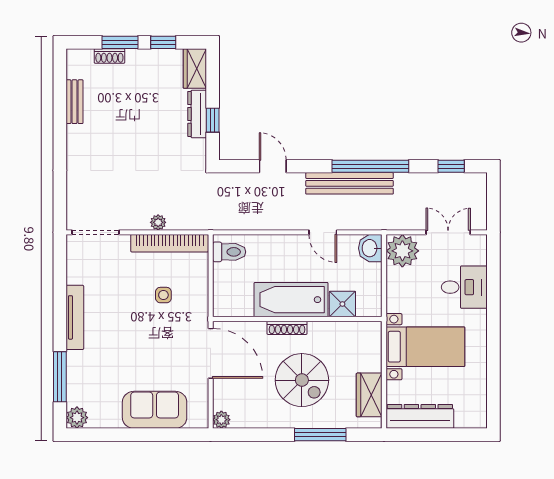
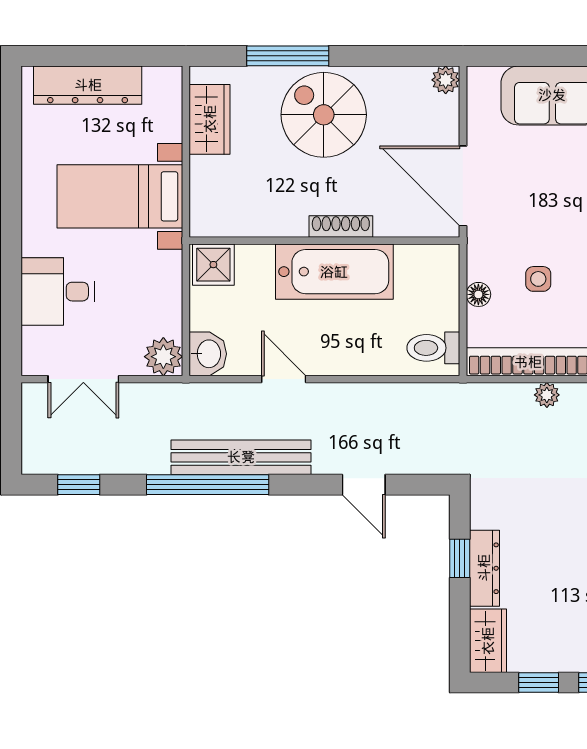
plant: (402, 251) -> (163, 357), width x0.73, depth x0.73
floor lamp: (201, 285) -> (478, 294), added
shower: (342, 304) -> (213, 265), moved
spiral stairs: (302, 380) -> (324, 115), moved
dresser: (420, 416) -> (88, 85), moved

